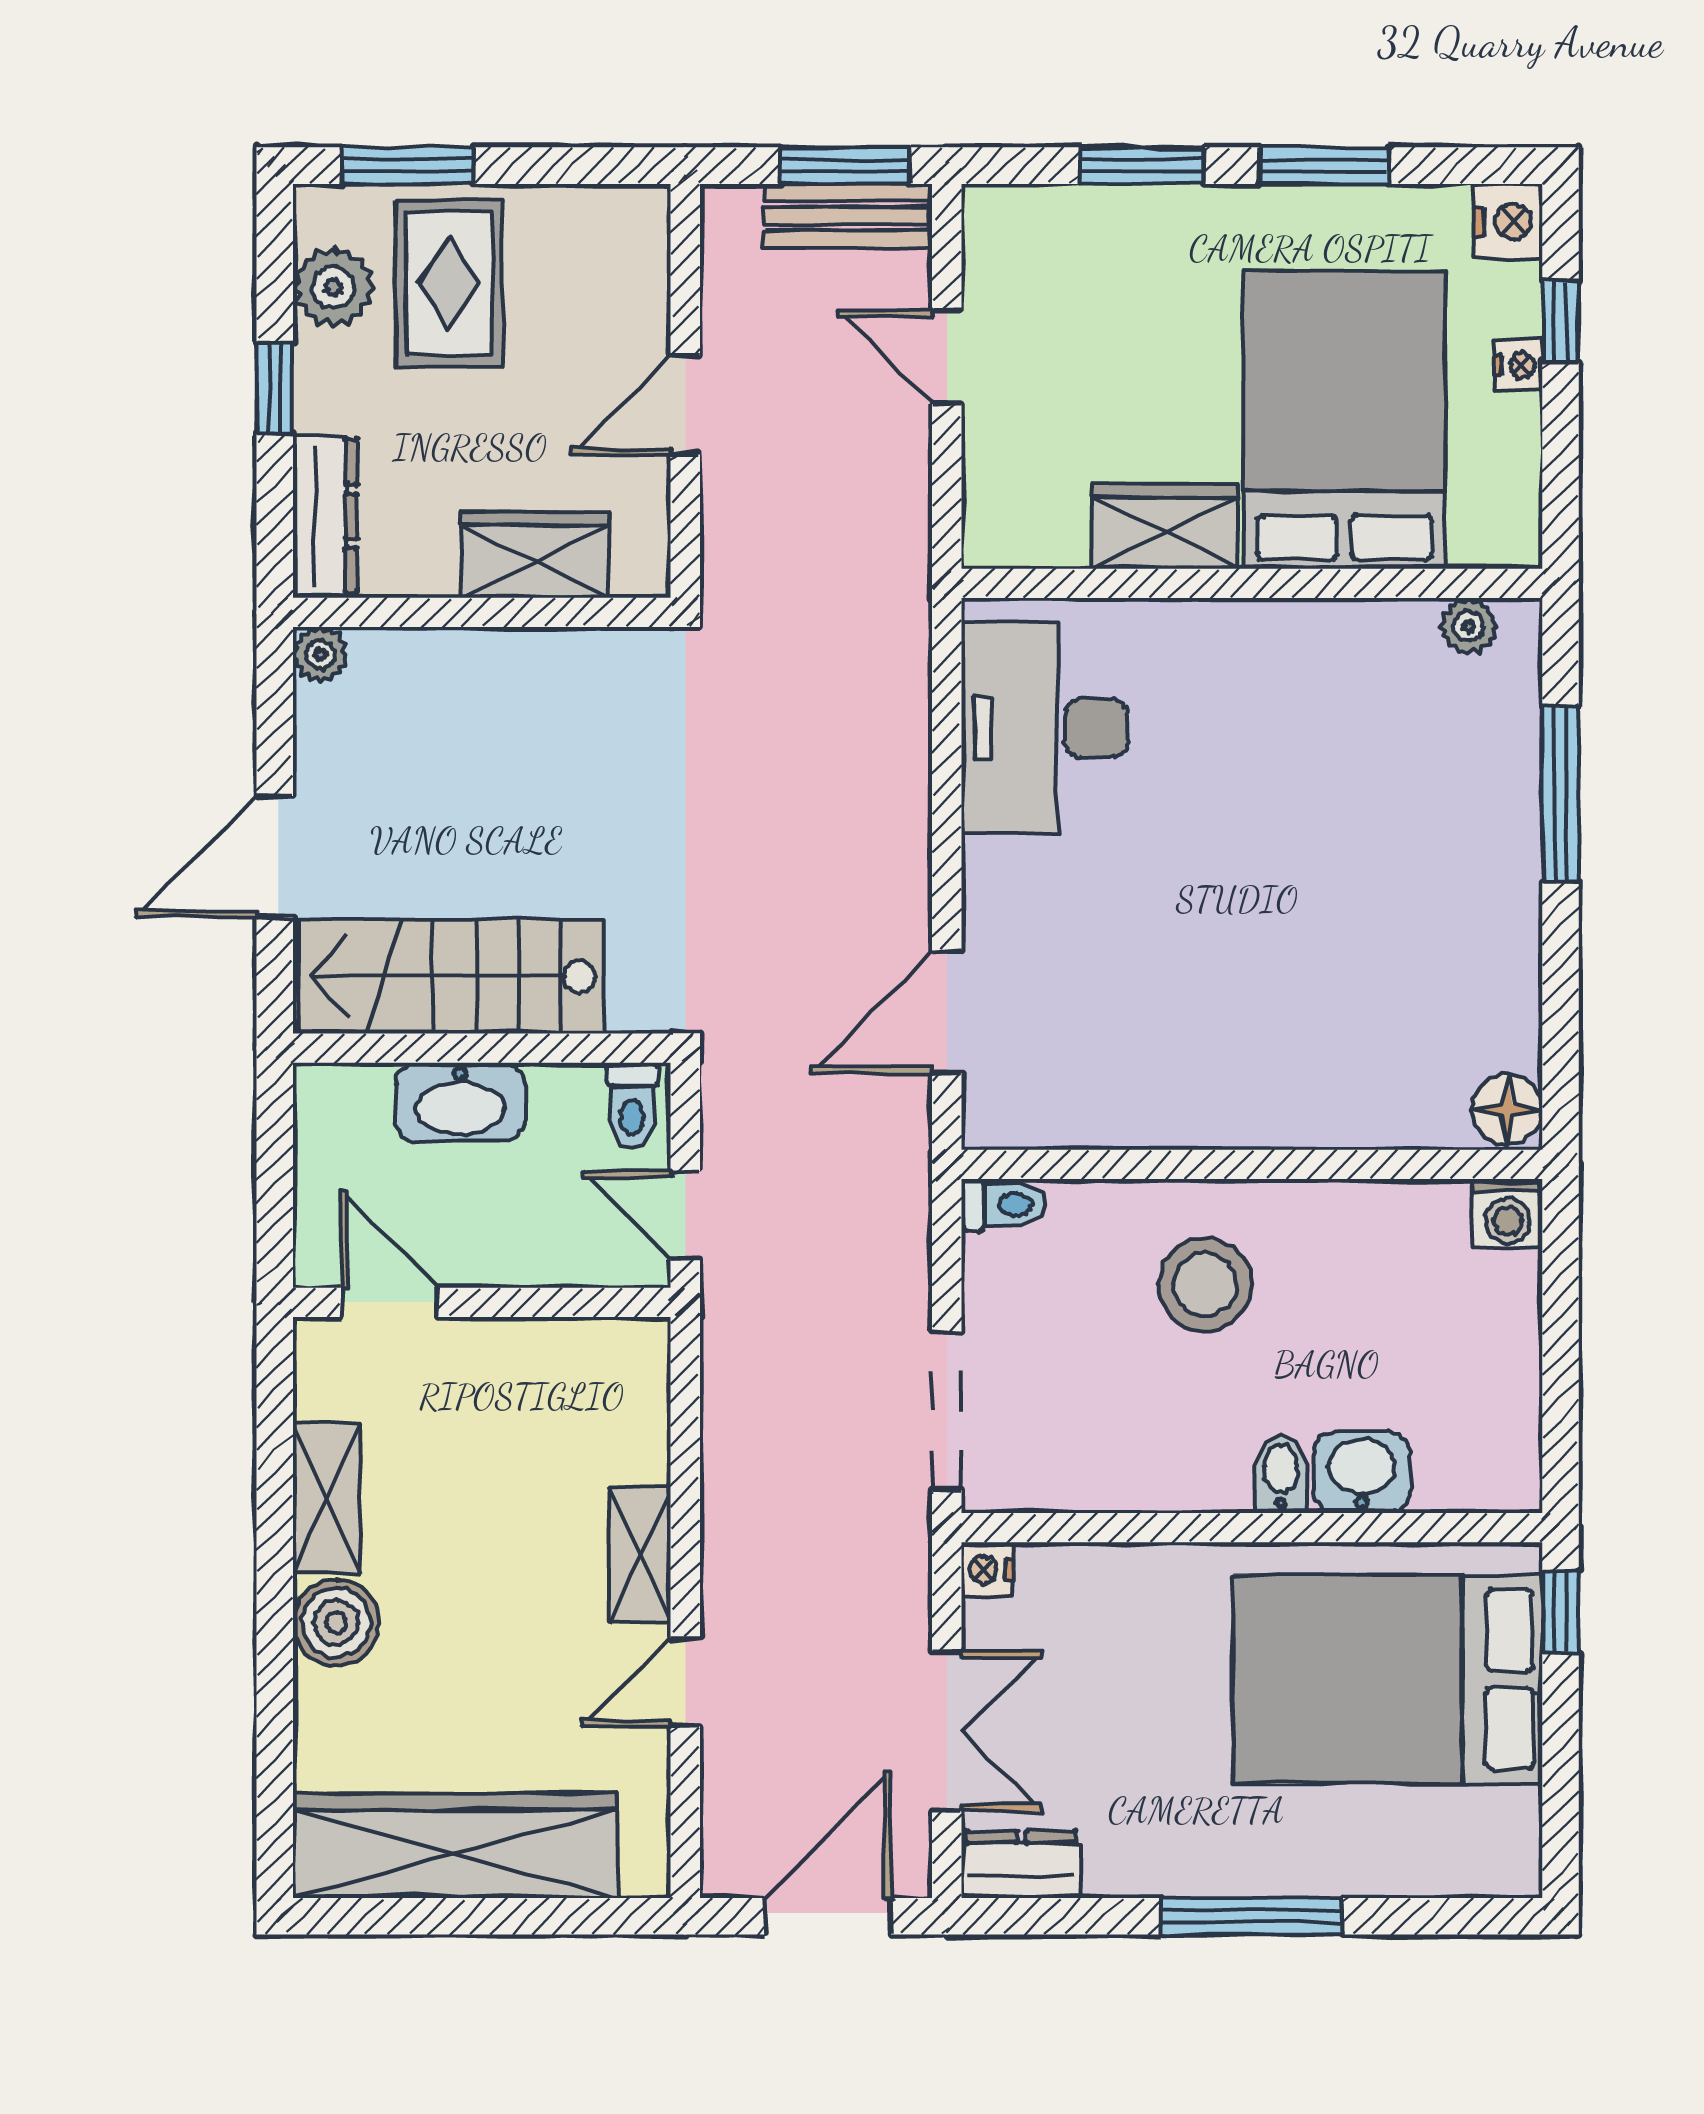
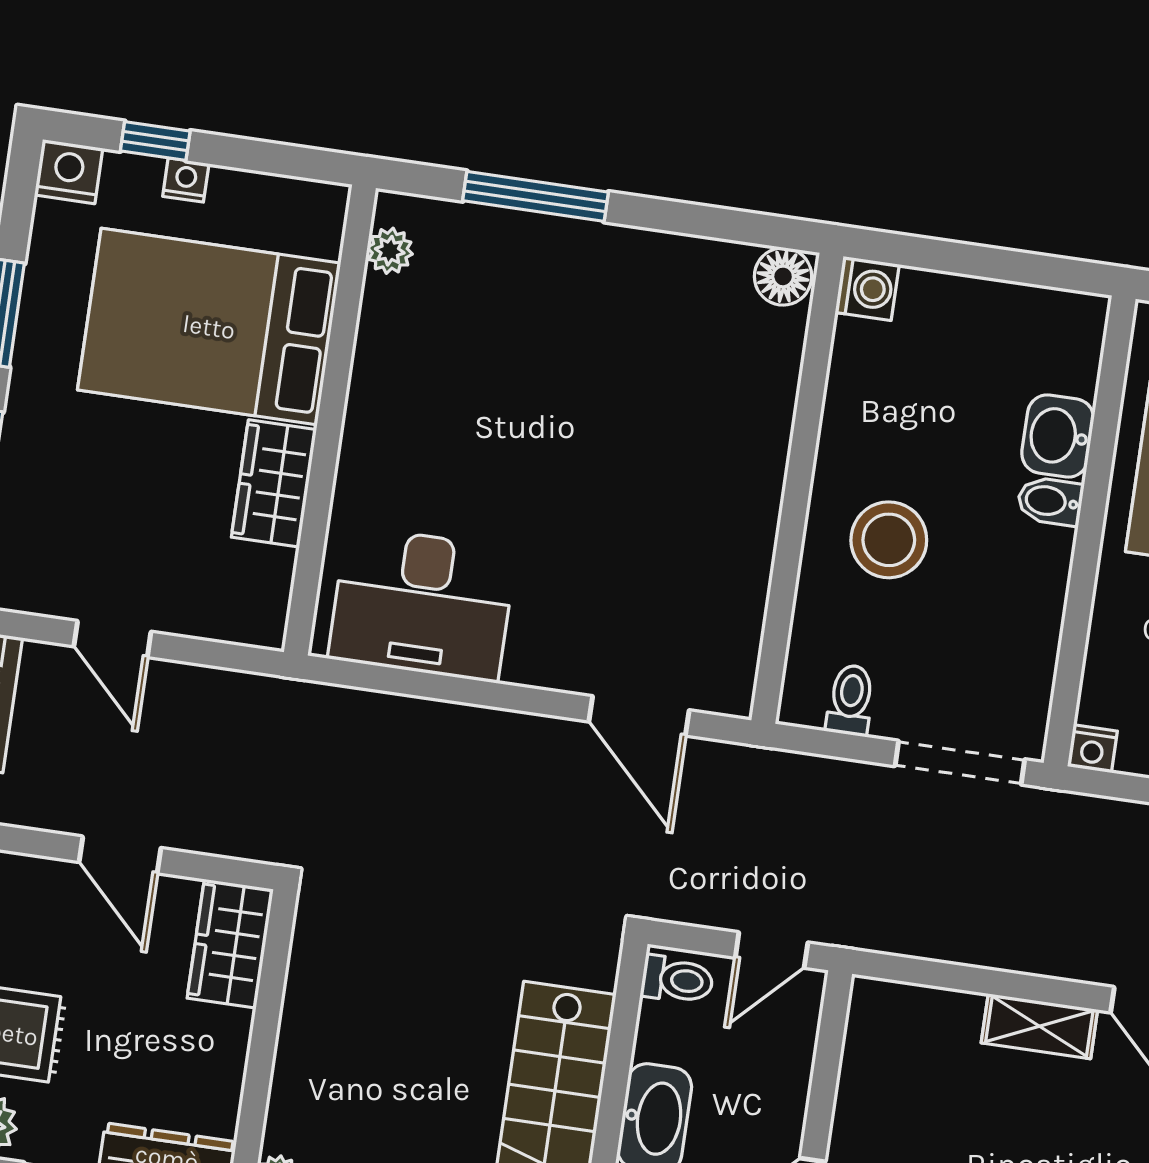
door: (947, 358) -> (112, 639), hinge flipped
wardrobe: (535, 555) -> (230, 944), moved
toilet: (1004, 1205) -> (850, 700), moved

